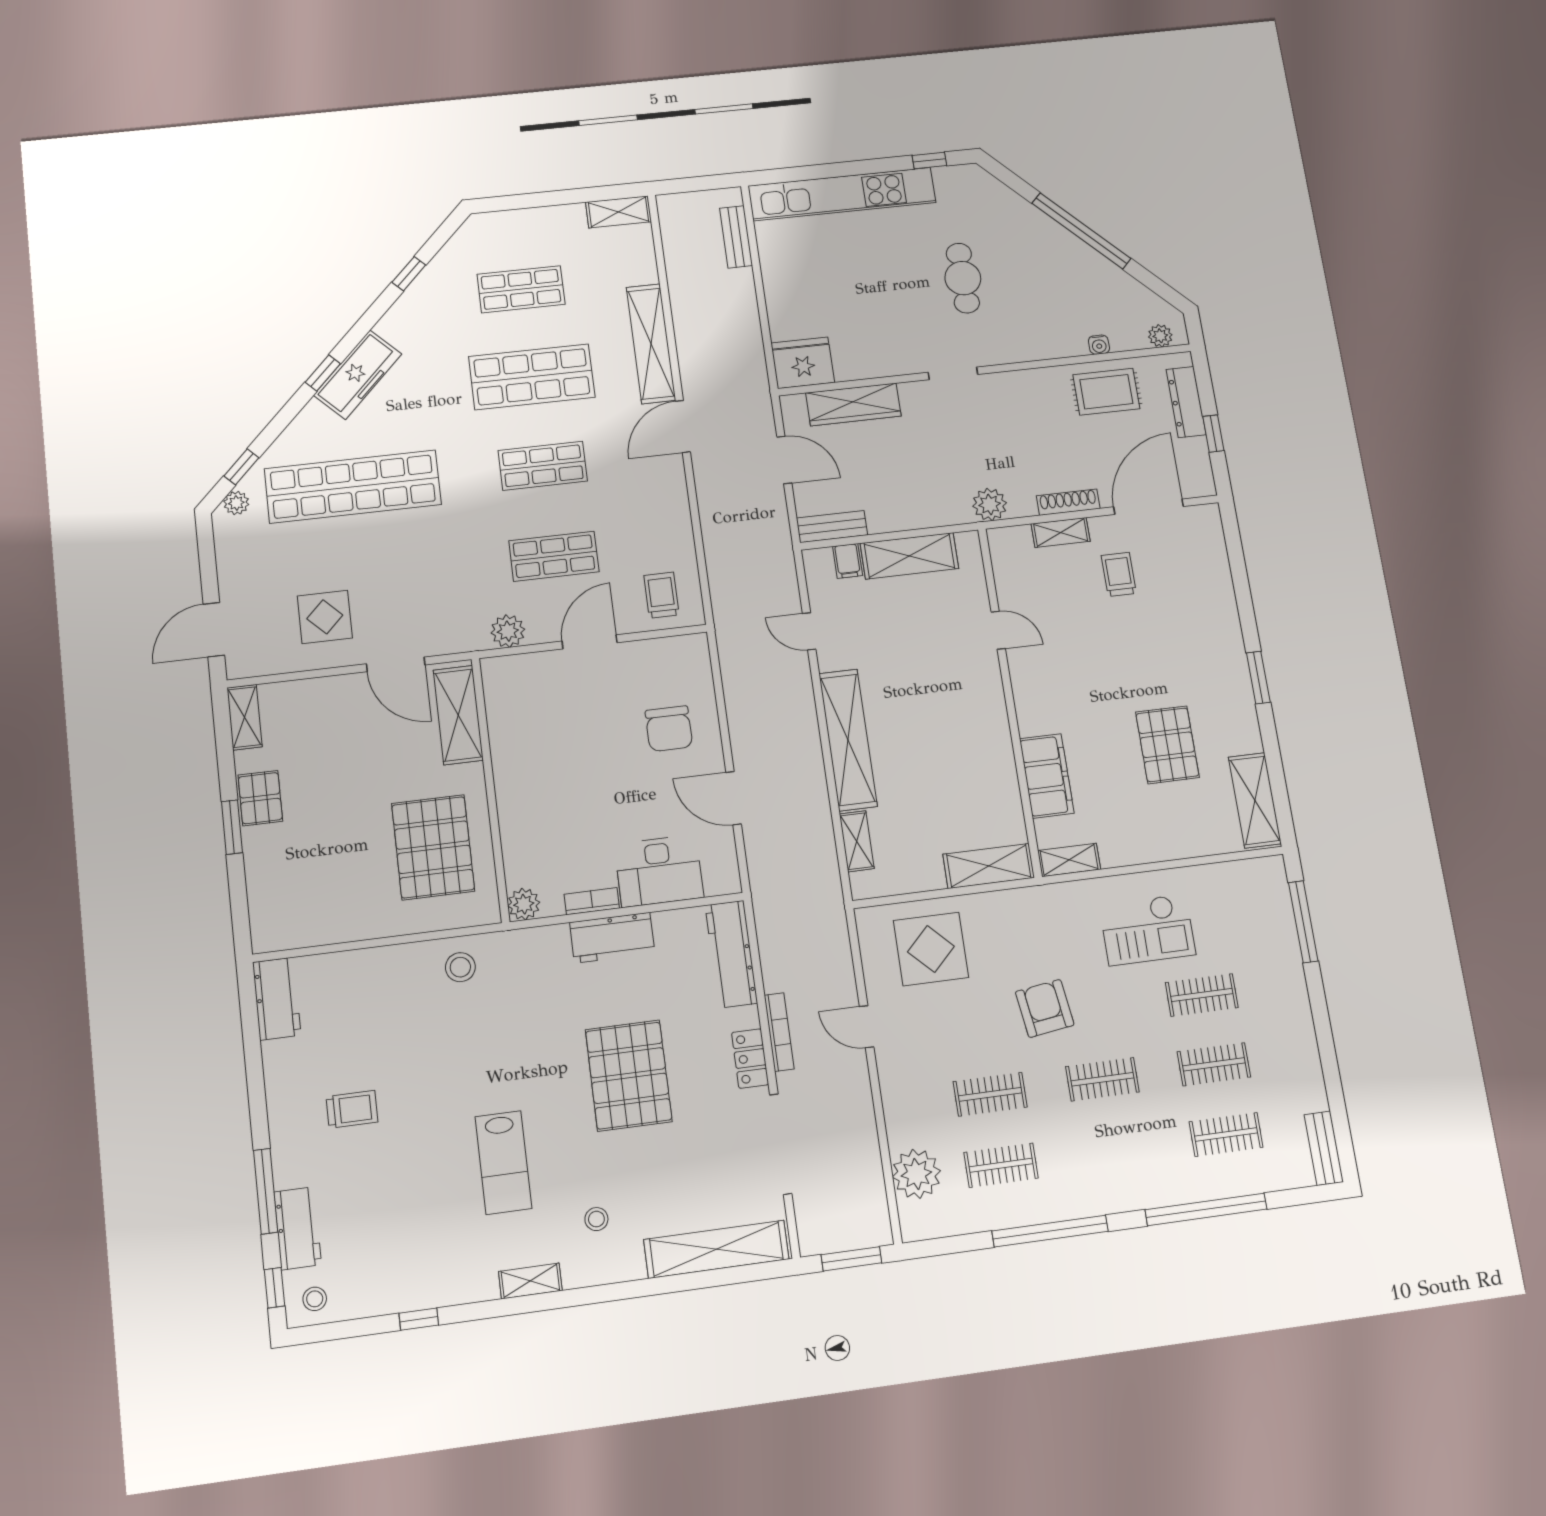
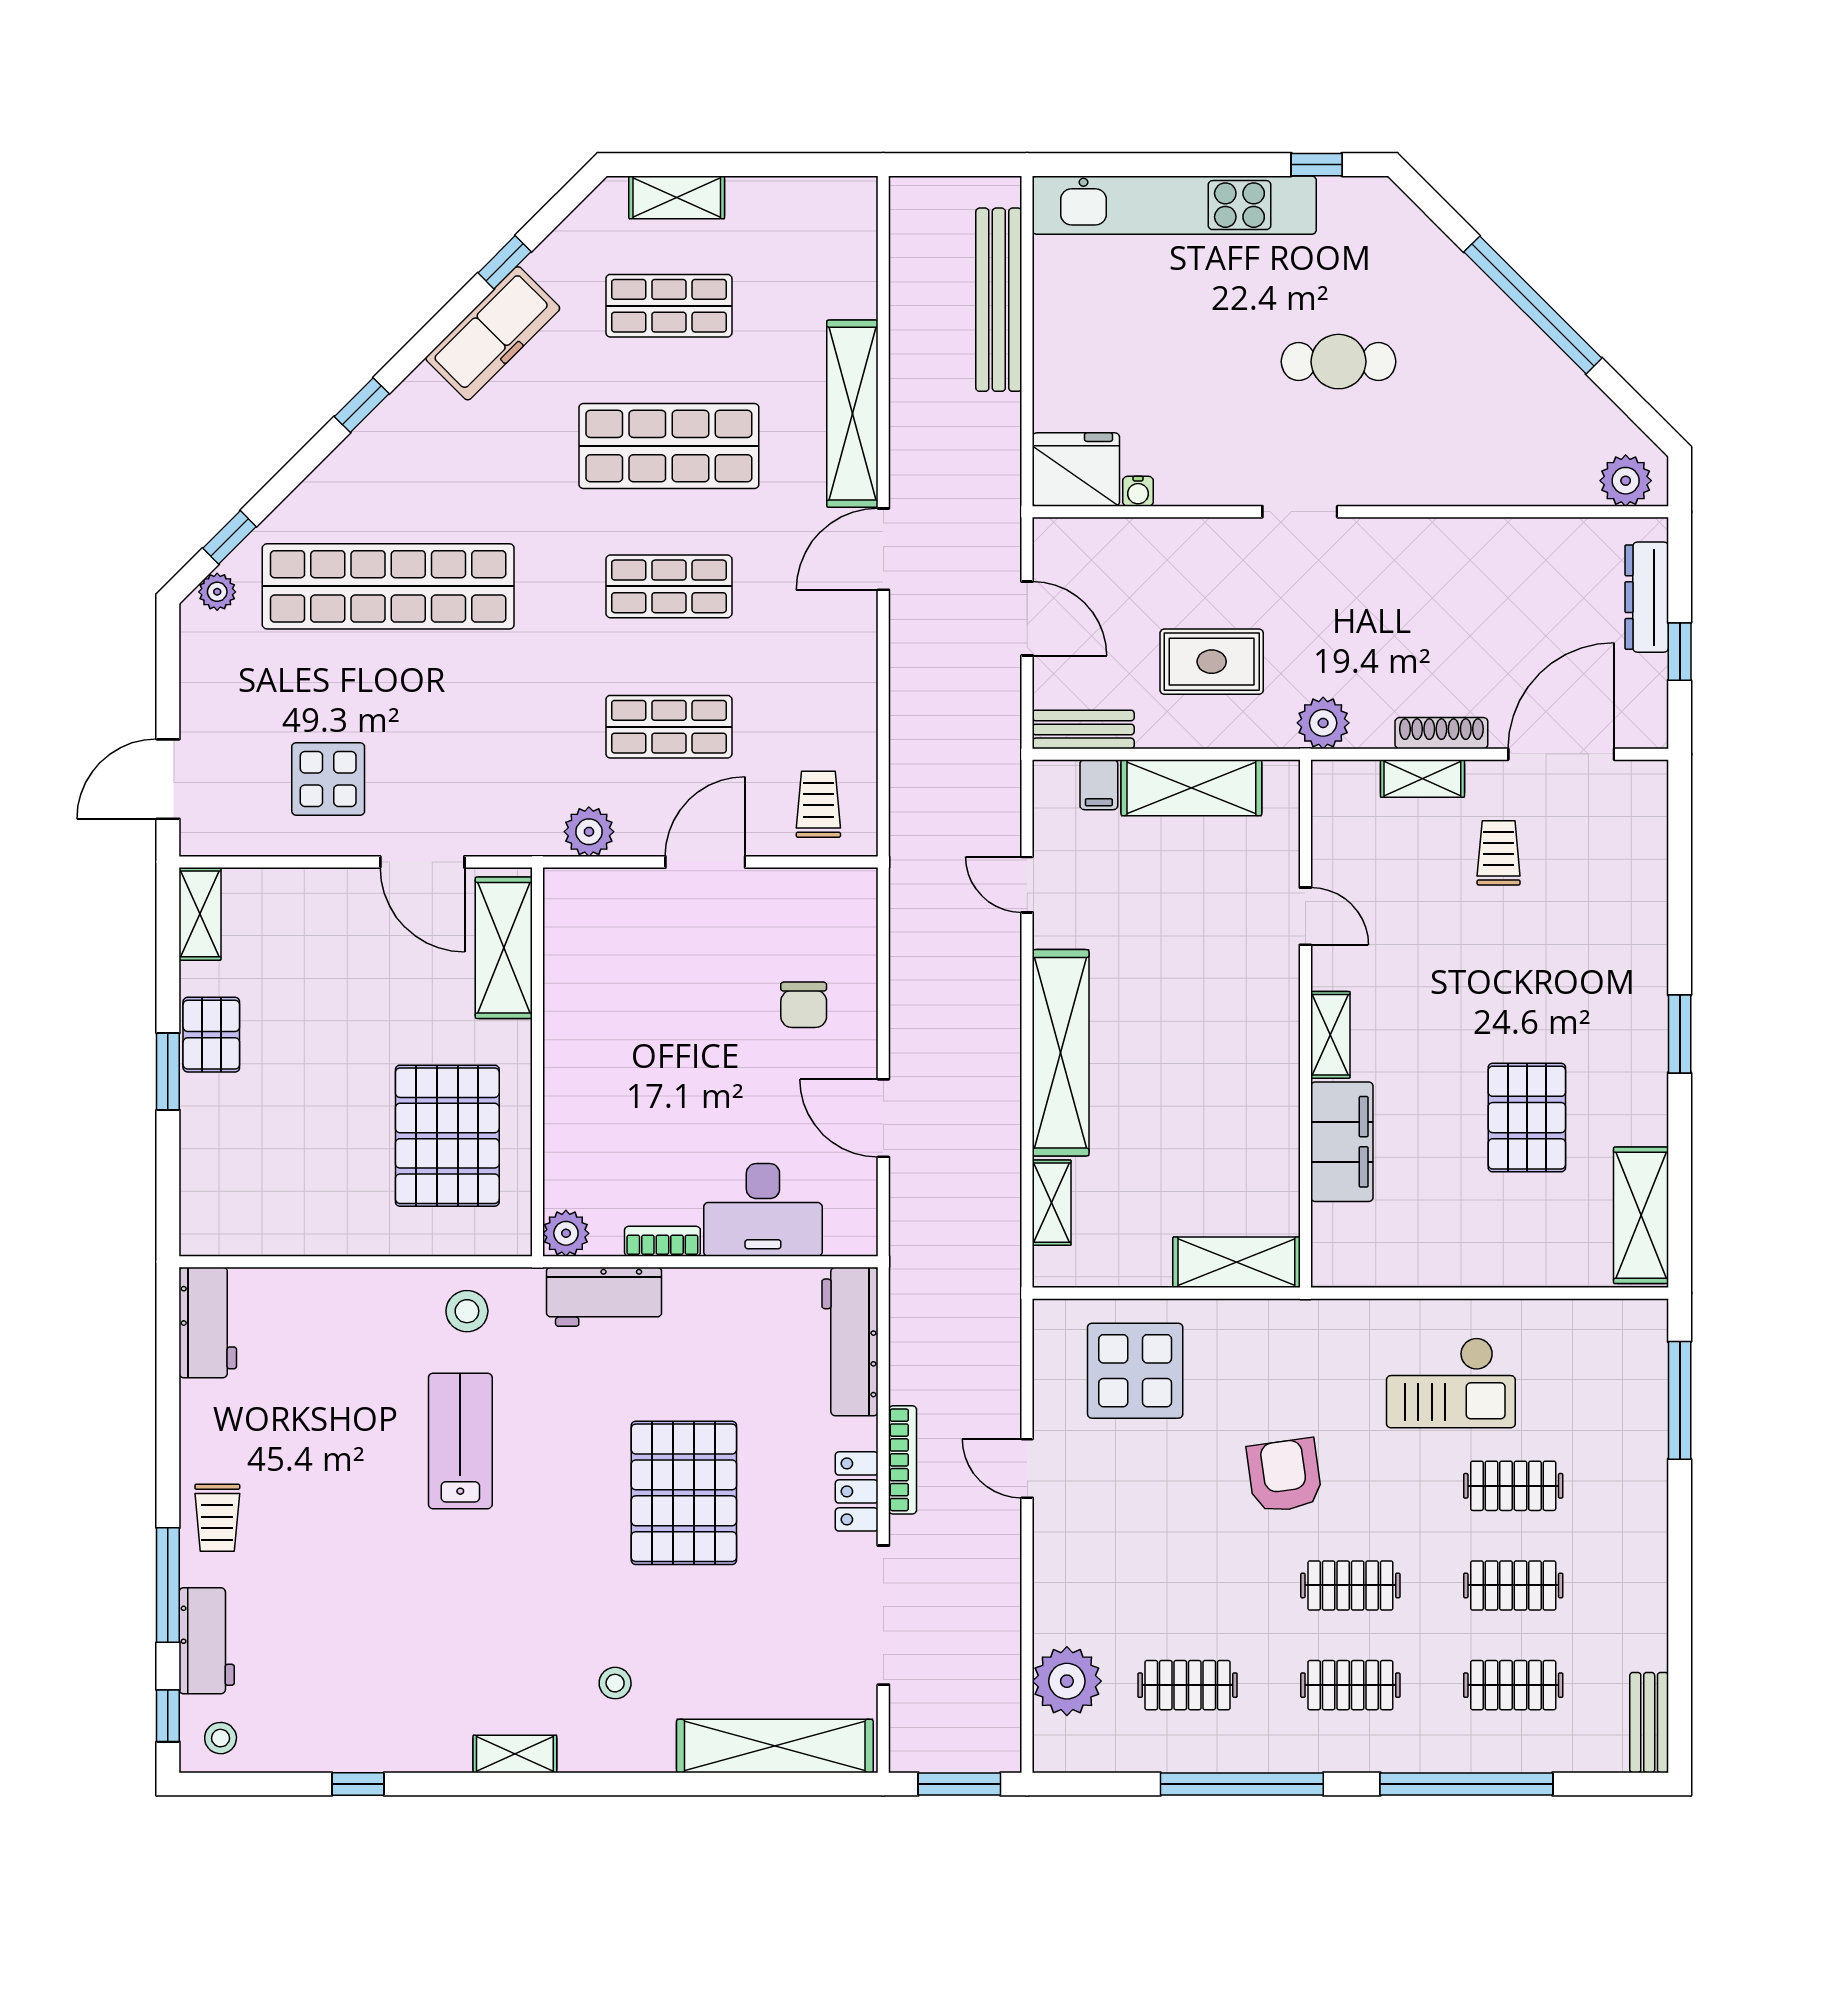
shelving: (618, 212) -> (677, 197), moved
bench: (736, 237) -> (999, 300), width x1.86, depth x1.21
cafe table: (963, 278) -> (1338, 362), turned 90
plant: (1160, 336) -> (1626, 481), width x1.38, depth x1.38
water cooler: (1099, 345) -> (1138, 491), moved
freezer: (358, 375) -> (493, 333), moved
rug: (1106, 392) -> (1212, 662), moved
wardrobe: (853, 404) -> (1143, 544), removed
chair: (669, 729) -> (804, 1005), width x0.73, depth x0.73
shelving: (1069, 860) -> (1330, 1035), moved, turned 90
workbench: (612, 938) -> (604, 1297), moved
clothes rail: (990, 1094) -> (1350, 1685), moved
trolley: (352, 1109) -> (217, 1518), moved, turned 90
lab bench: (503, 1162) -> (460, 1441), moved, turned 180

